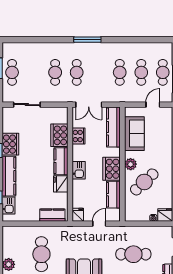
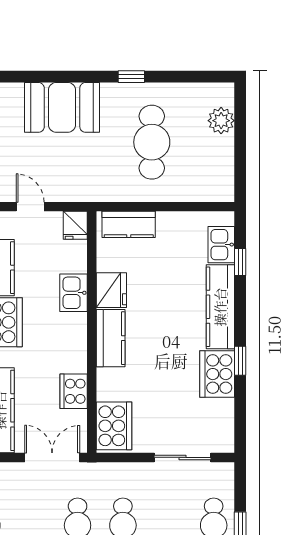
cooker: (59, 135) -> (114, 426), moved
kitchen sink: (79, 170) -> (73, 293), moved
door: (99, 224) -> (30, 207), swing flipped

